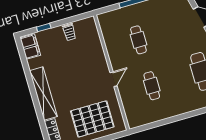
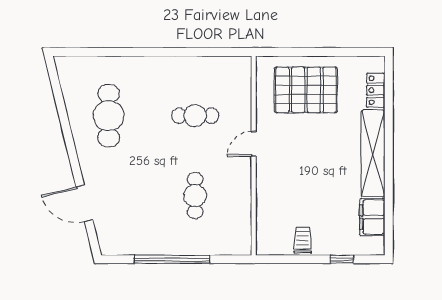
filing cabinet: (30, 47) -> (372, 217), moved
cafe table: (152, 86) -> (195, 116), turned 90

